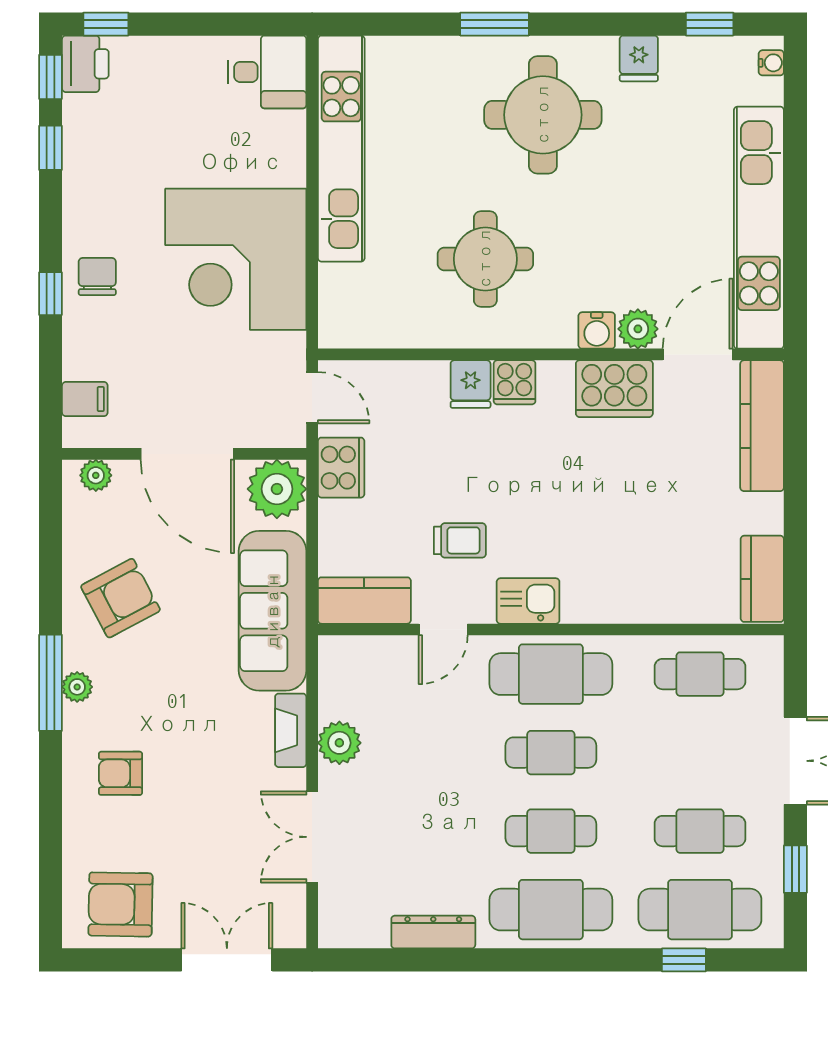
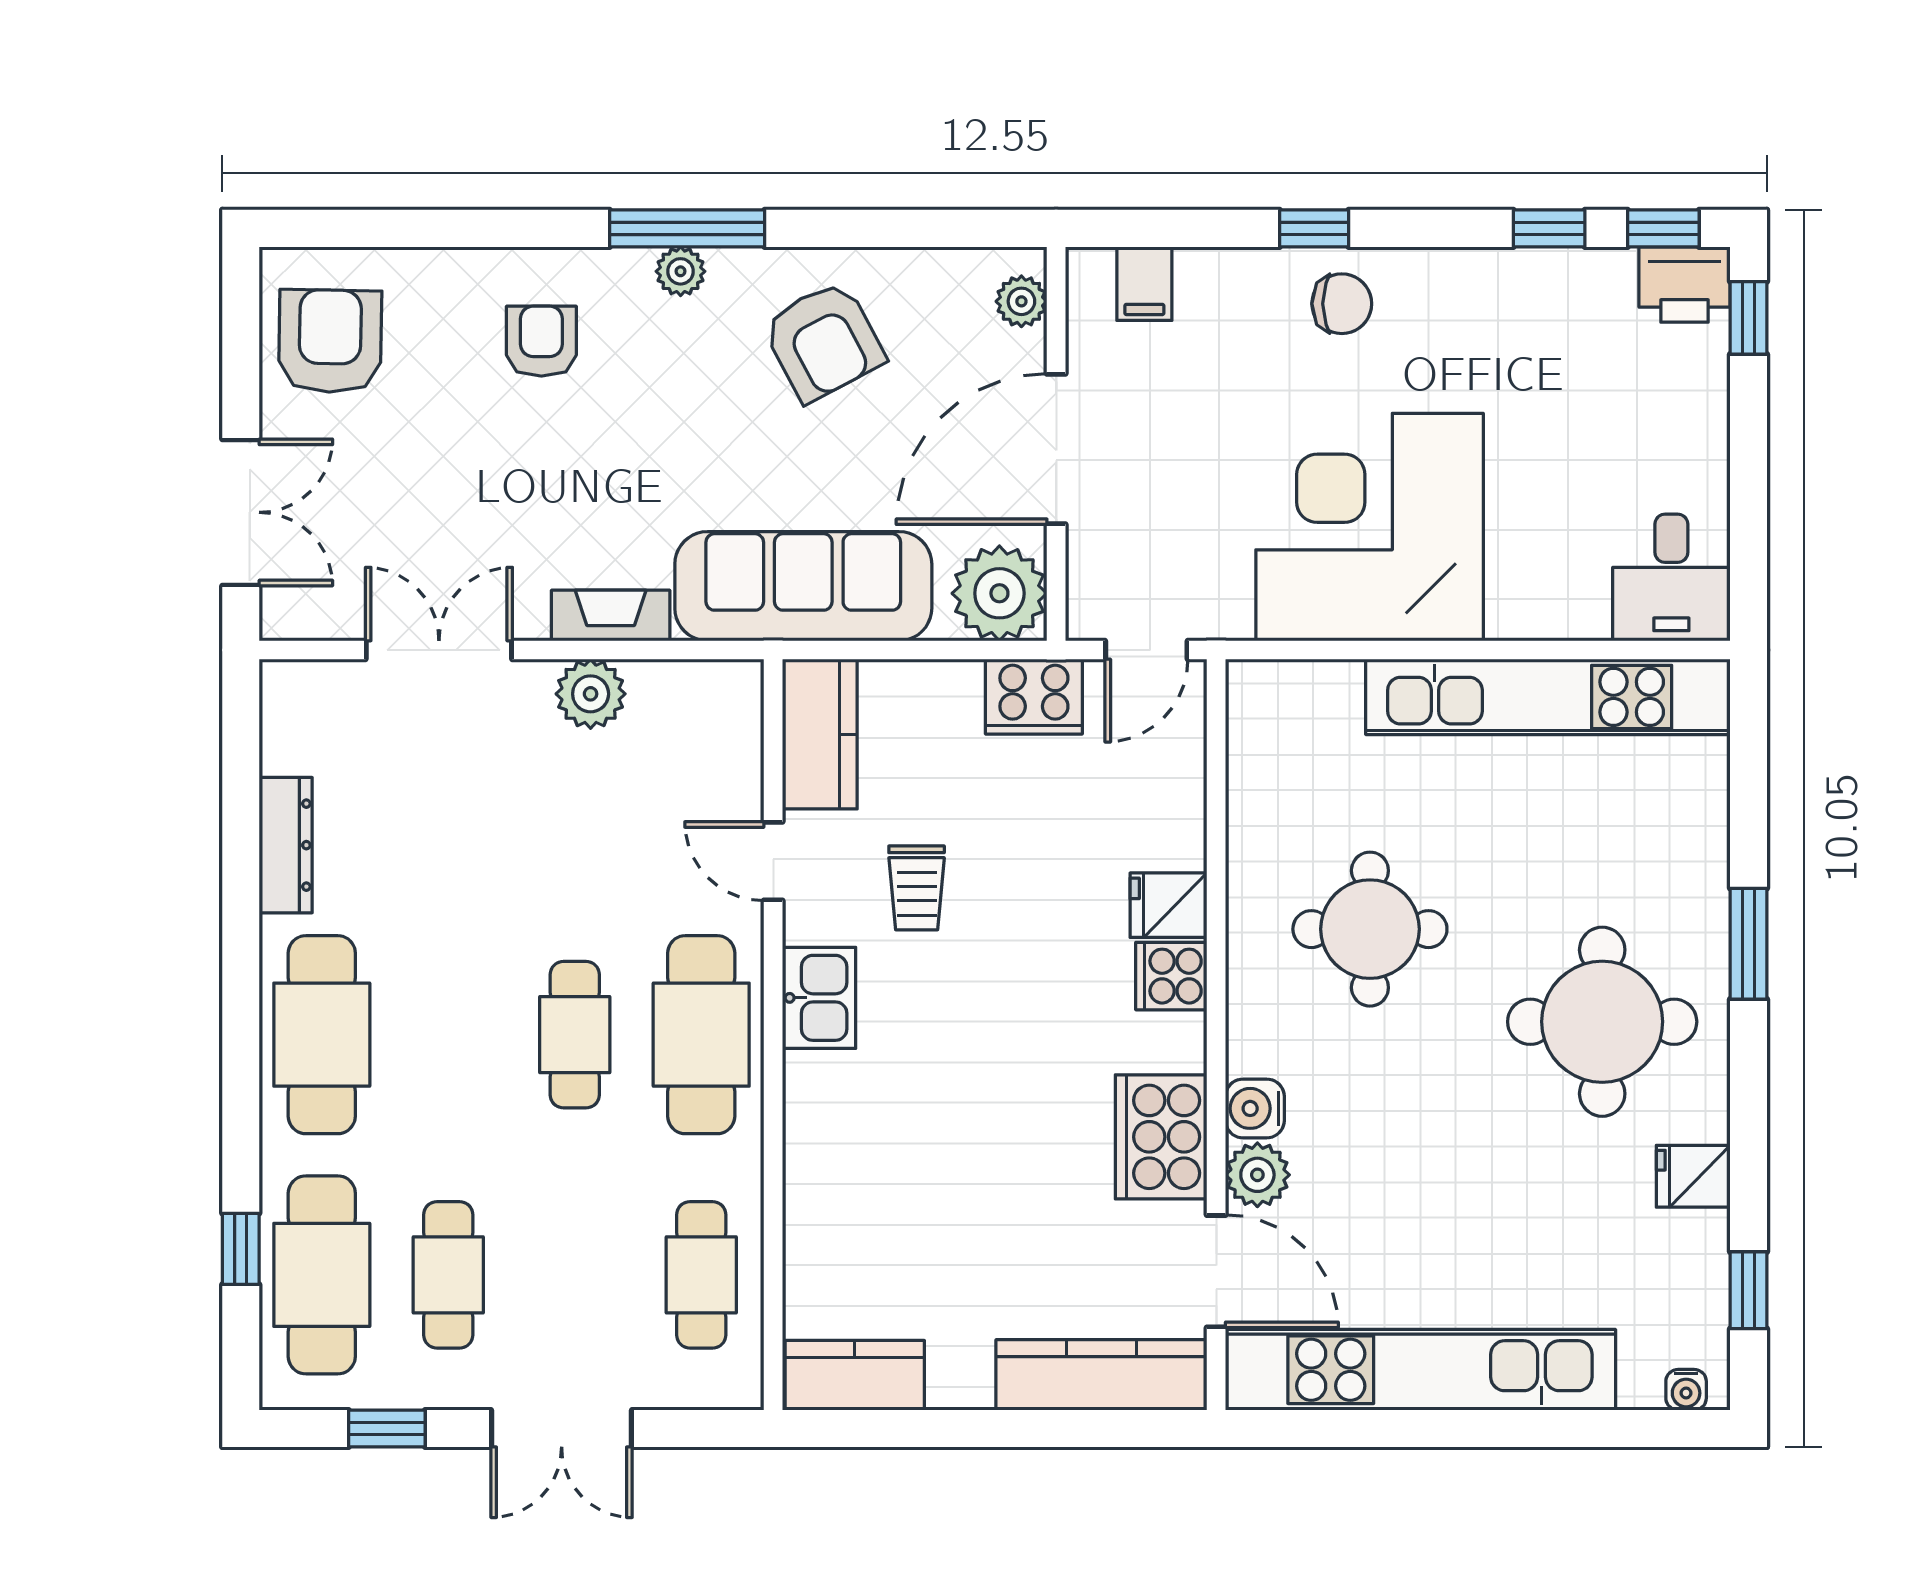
cafe table: (551, 831) -> (448, 1035), removed

